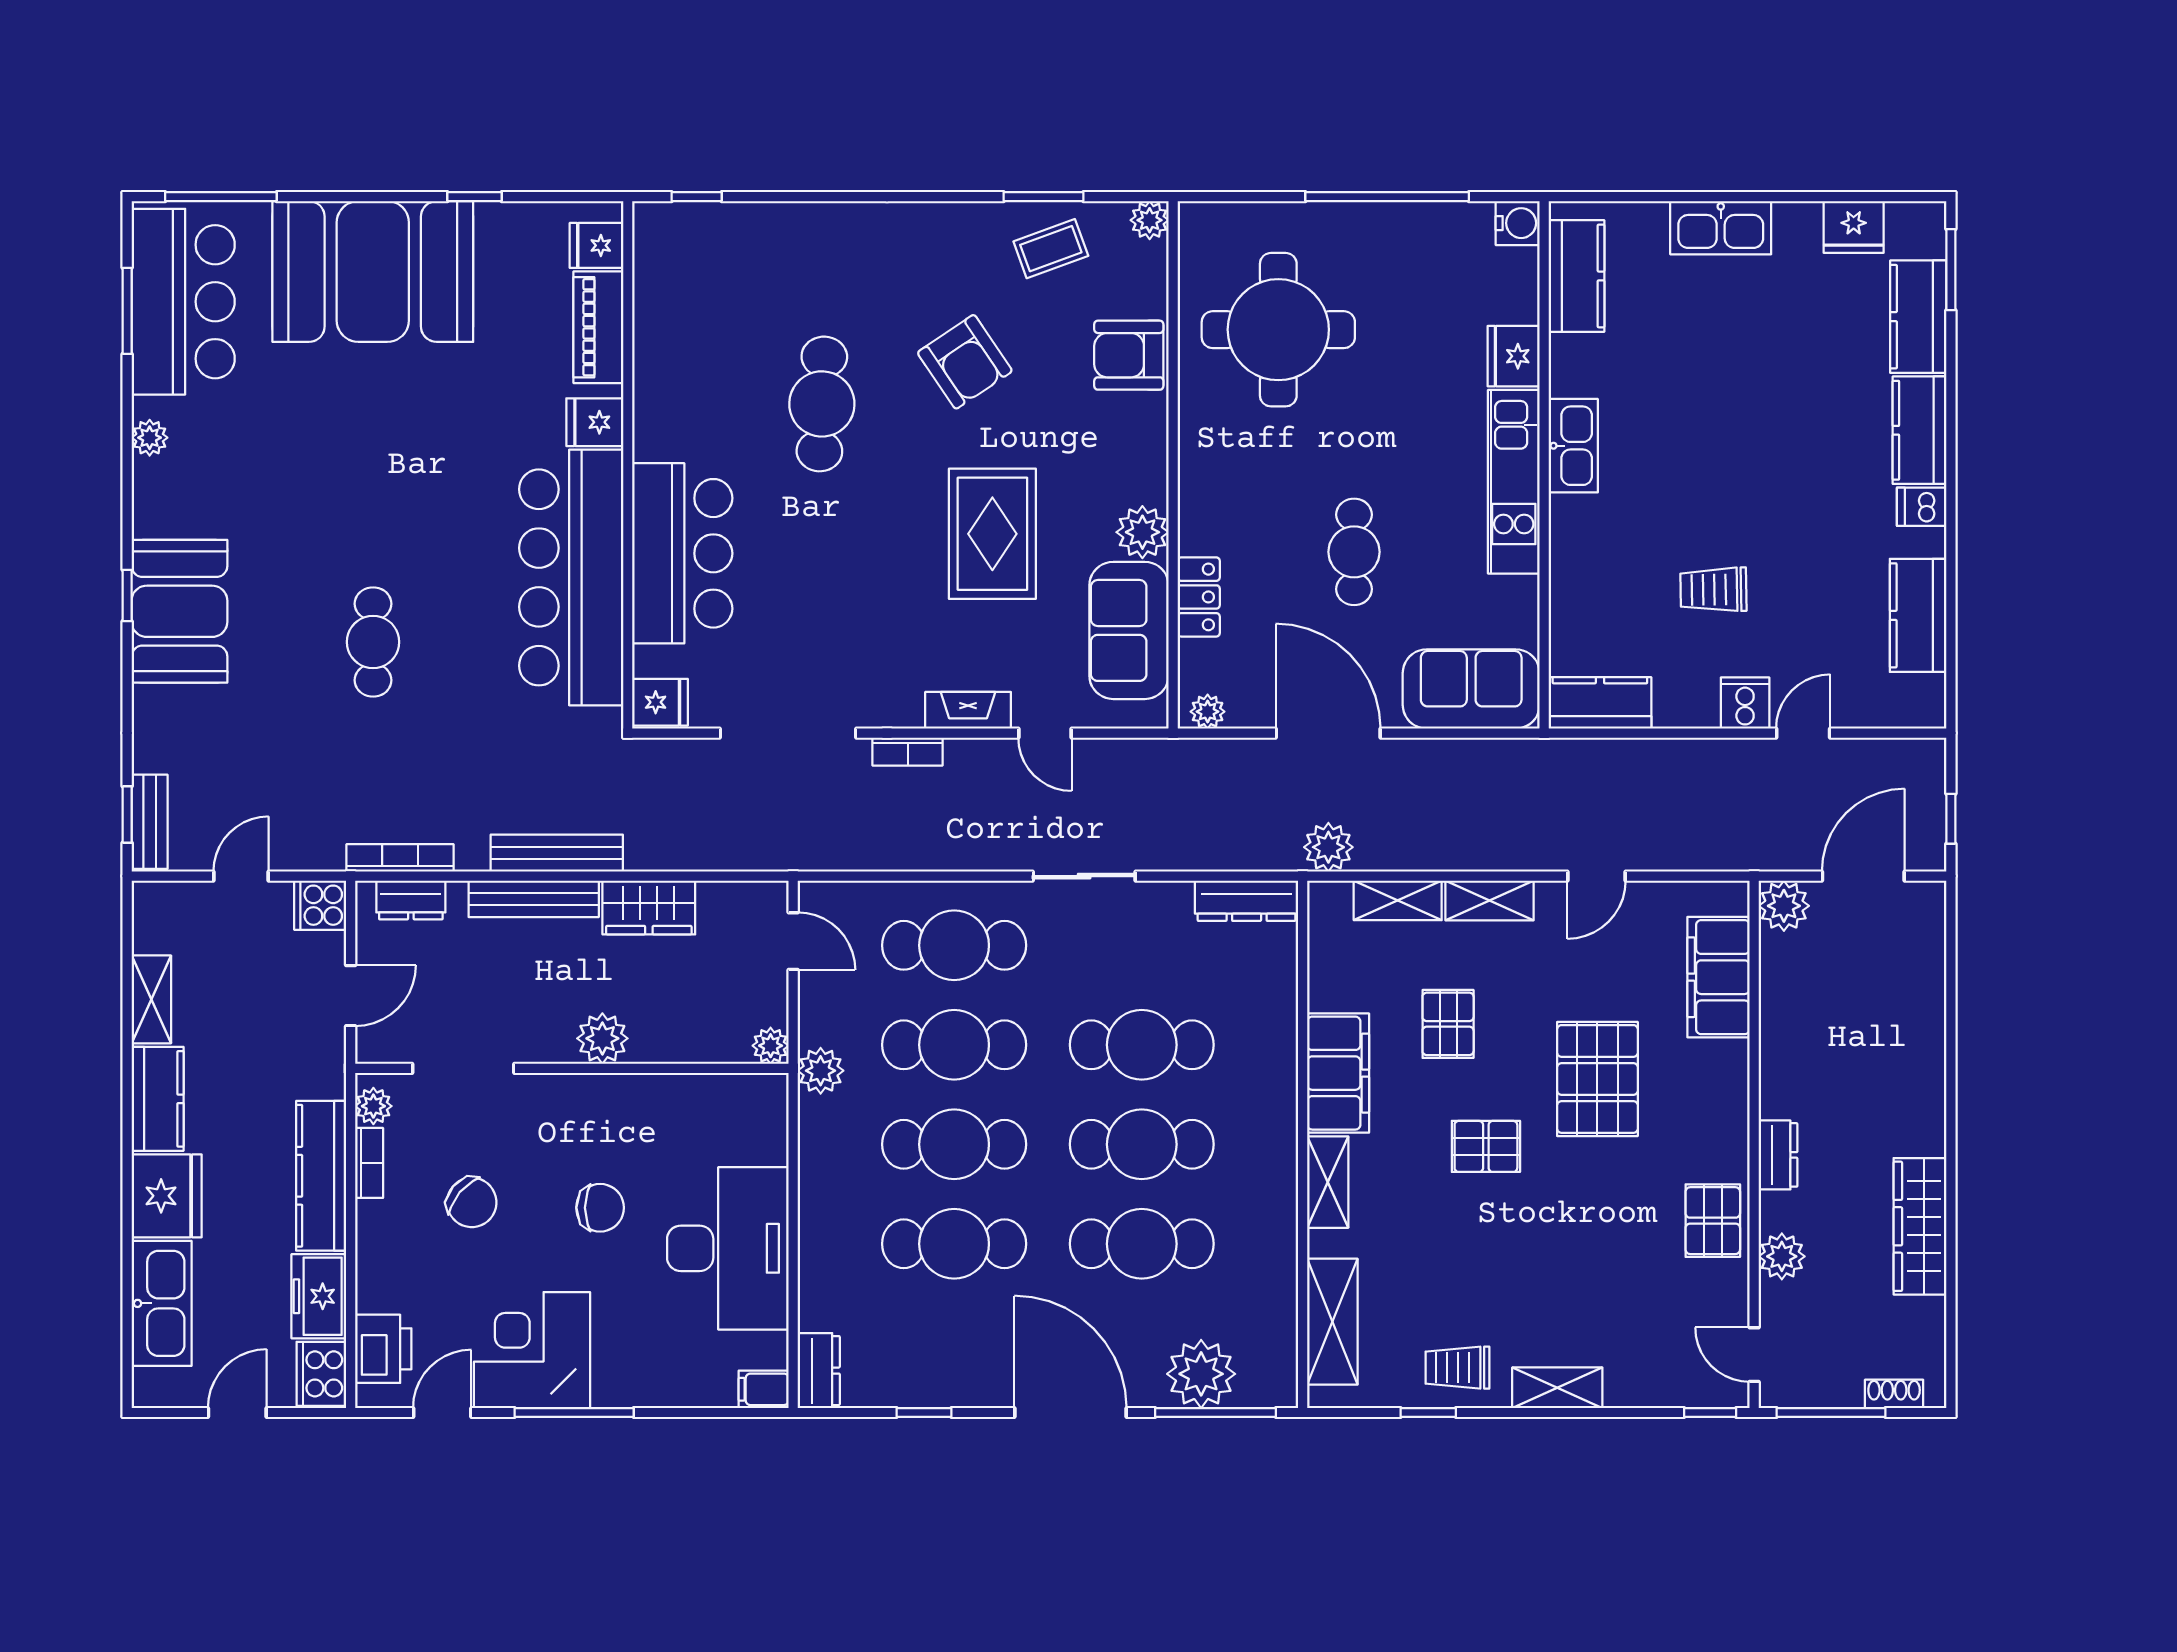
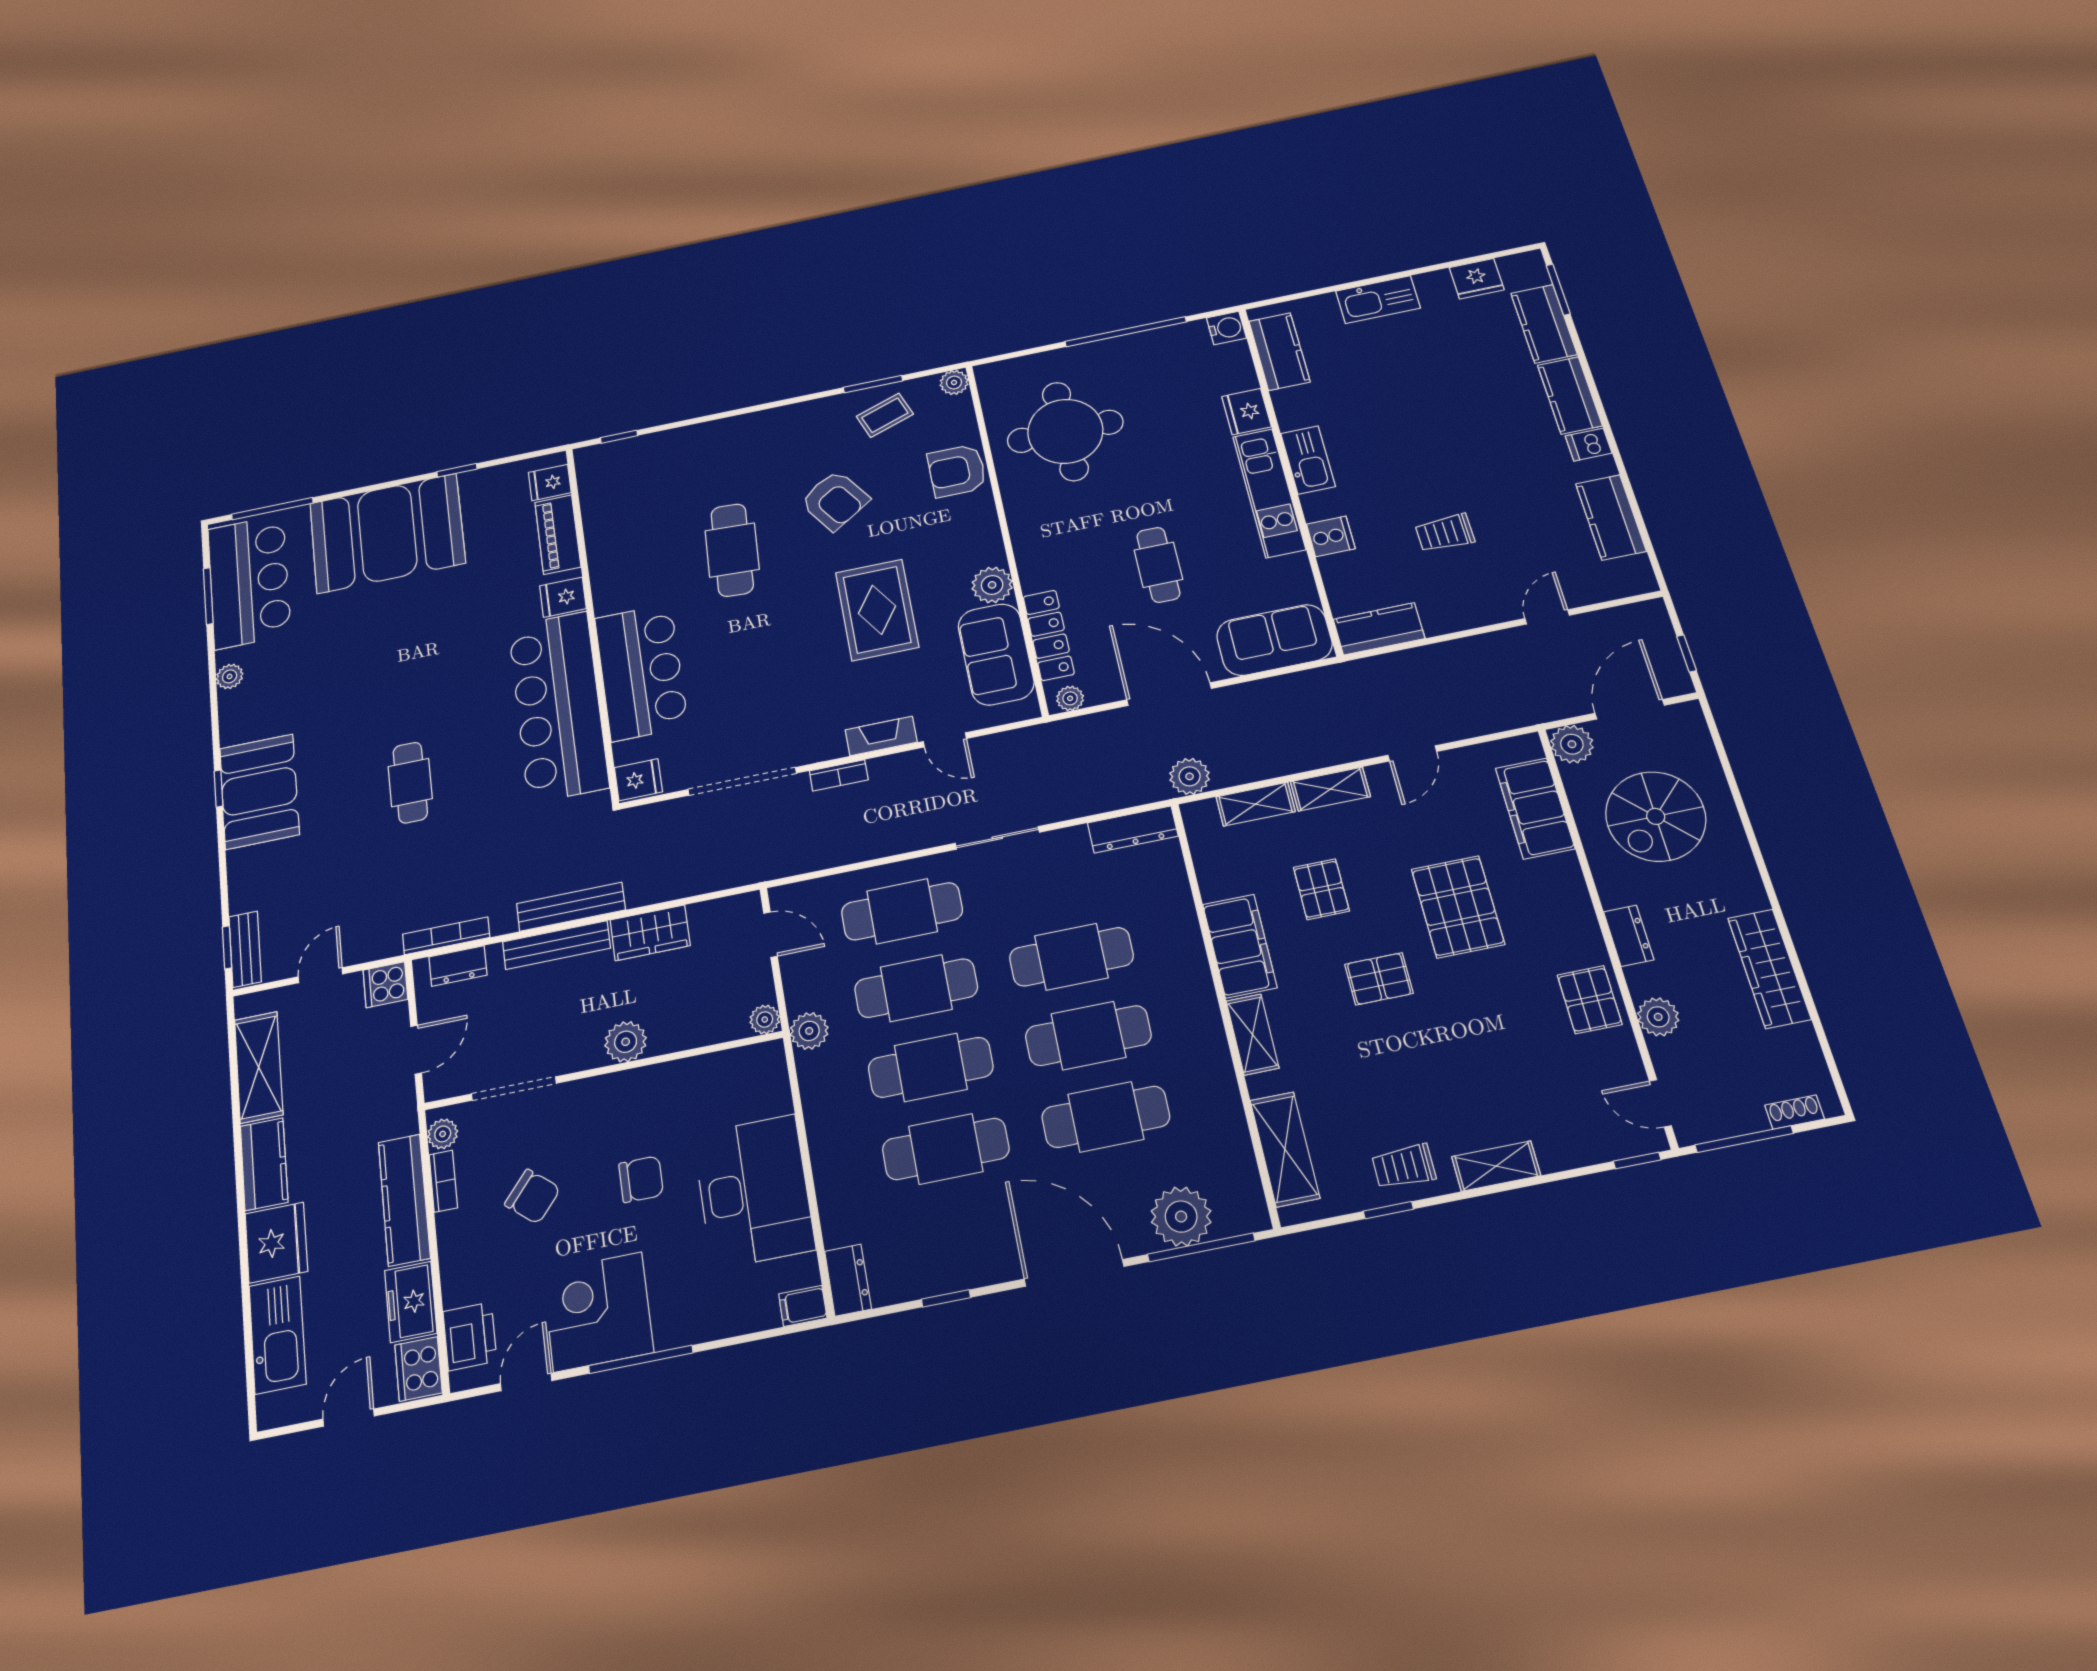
locker: (1199, 597) -> (1049, 635), width x1.53
cooker: (1745, 703) -> (1331, 536), moved, turned 90
shelving: (151, 999) -> (259, 1067), width x1.50, depth x1.33
spiral stairs: (1852, 1018) -> (1656, 816), added

